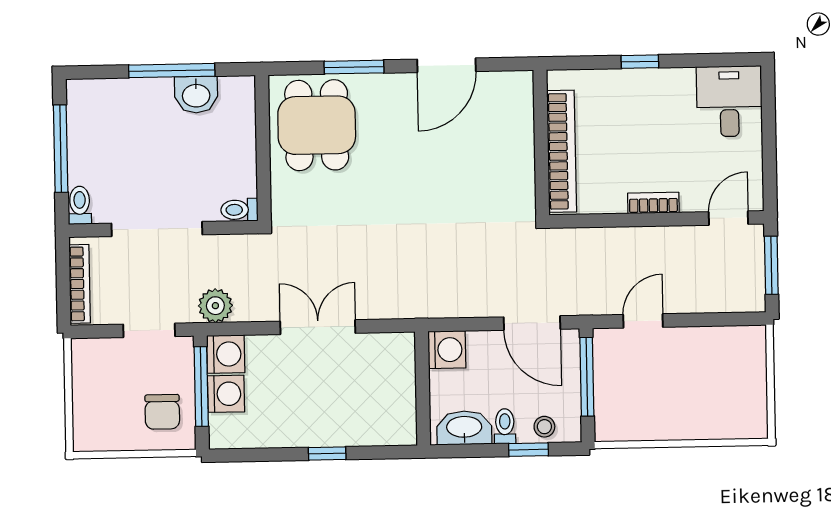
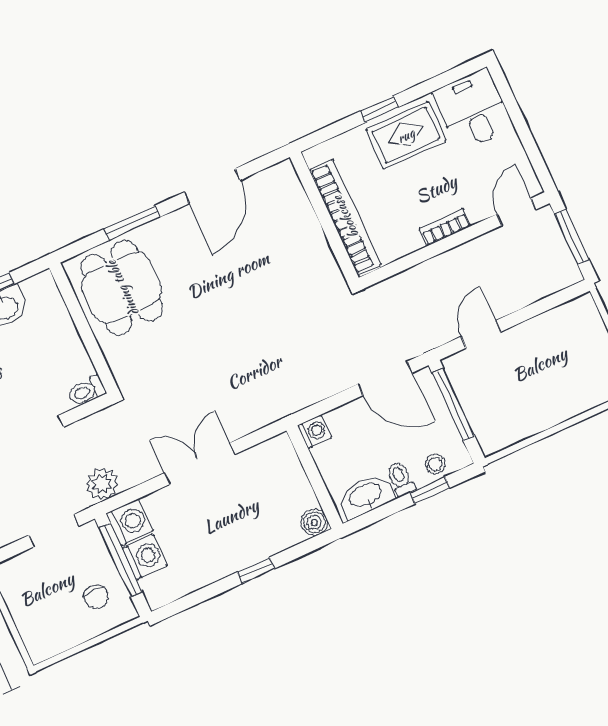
rug: (654, 98) -> (406, 135), added
washing machine: (447, 350) -> (314, 432), width x0.73, depth x0.73
chair: (162, 412) -> (96, 597), width x0.73, depth x0.73
boiler: (403, 432) -> (314, 522), added

